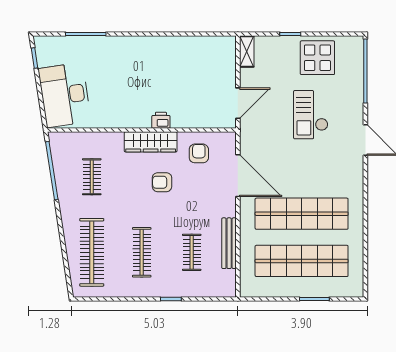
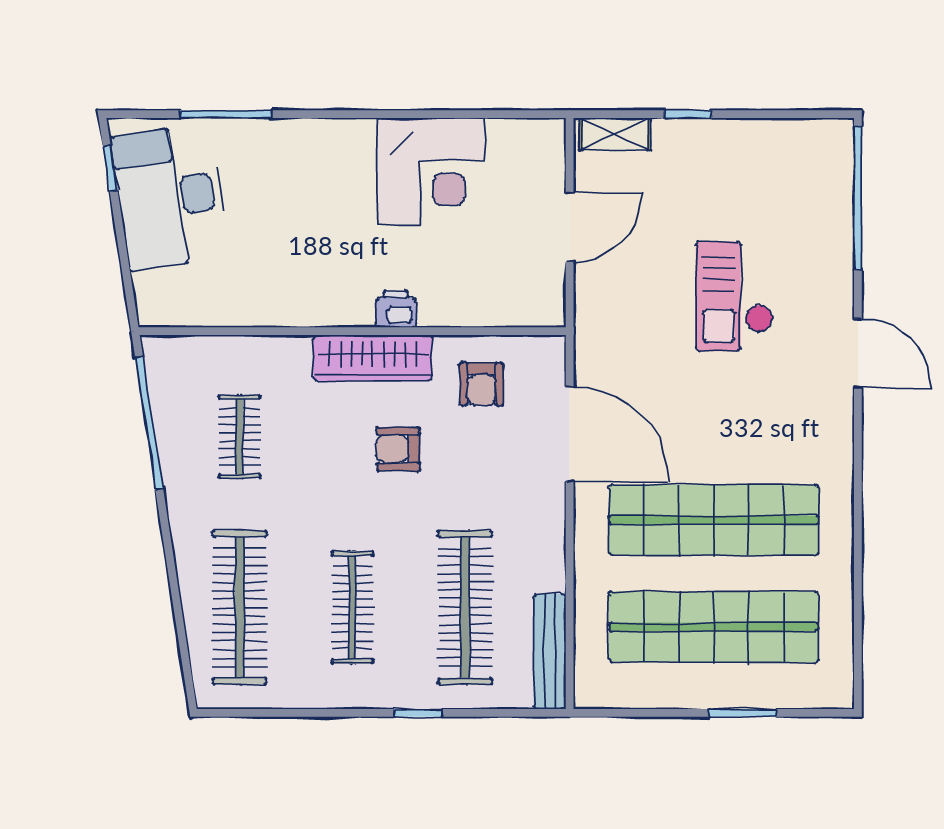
shelving: (247, 52) -> (615, 134), moved, turned 90
display table: (317, 58) -> (749, 168), removed
corner desk: (176, 59) -> (431, 171), added
desk: (65, 95) -> (170, 197), moved
door: (238, 103) -> (570, 227), moved
armchair: (199, 153) -> (481, 384), turned 180
bench: (229, 243) -> (550, 652), moved
clothes rail: (192, 252) -> (465, 607), width x1.86, depth x1.31

